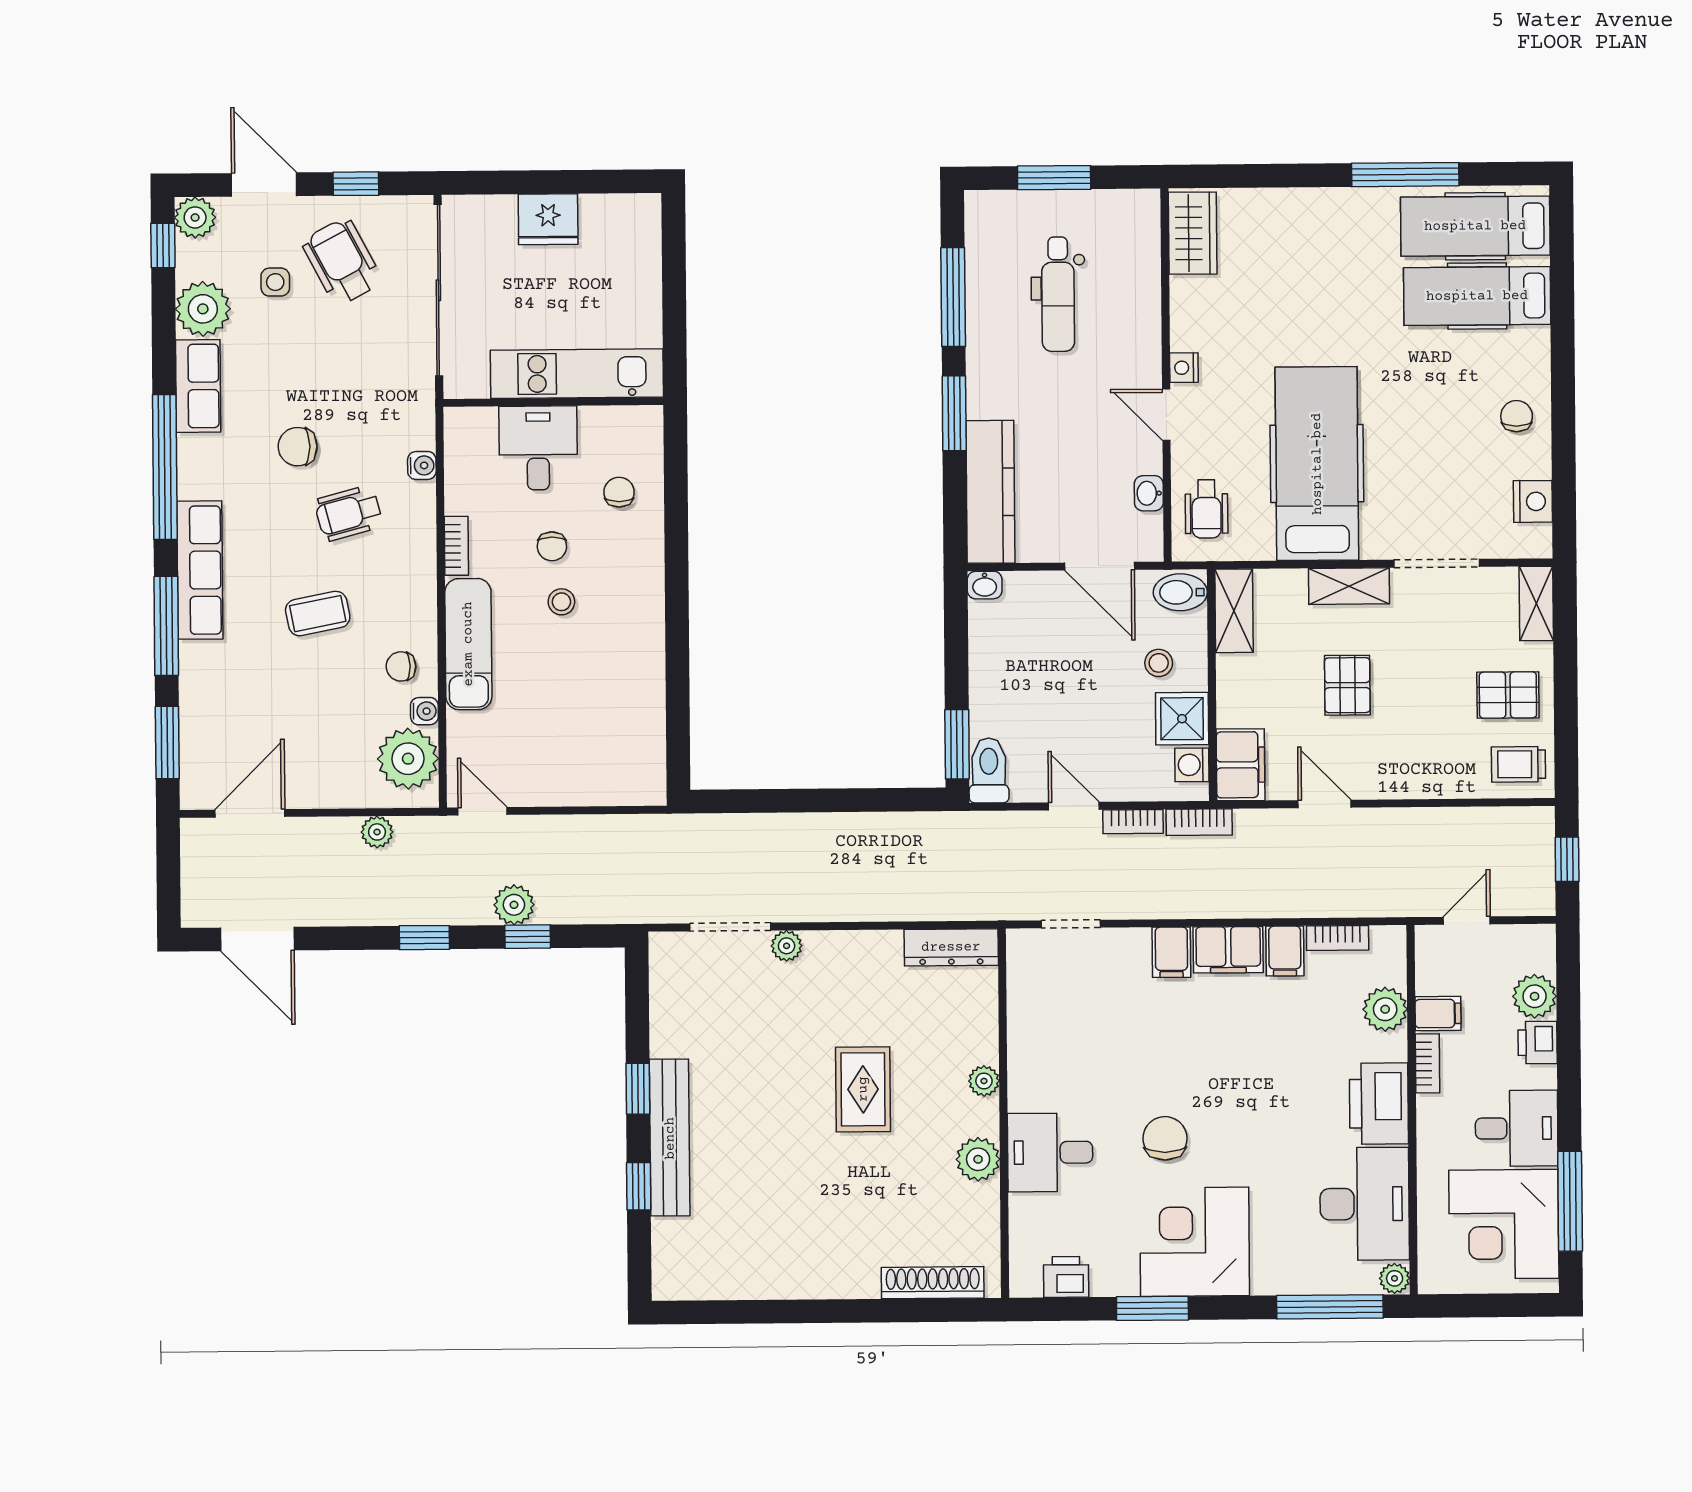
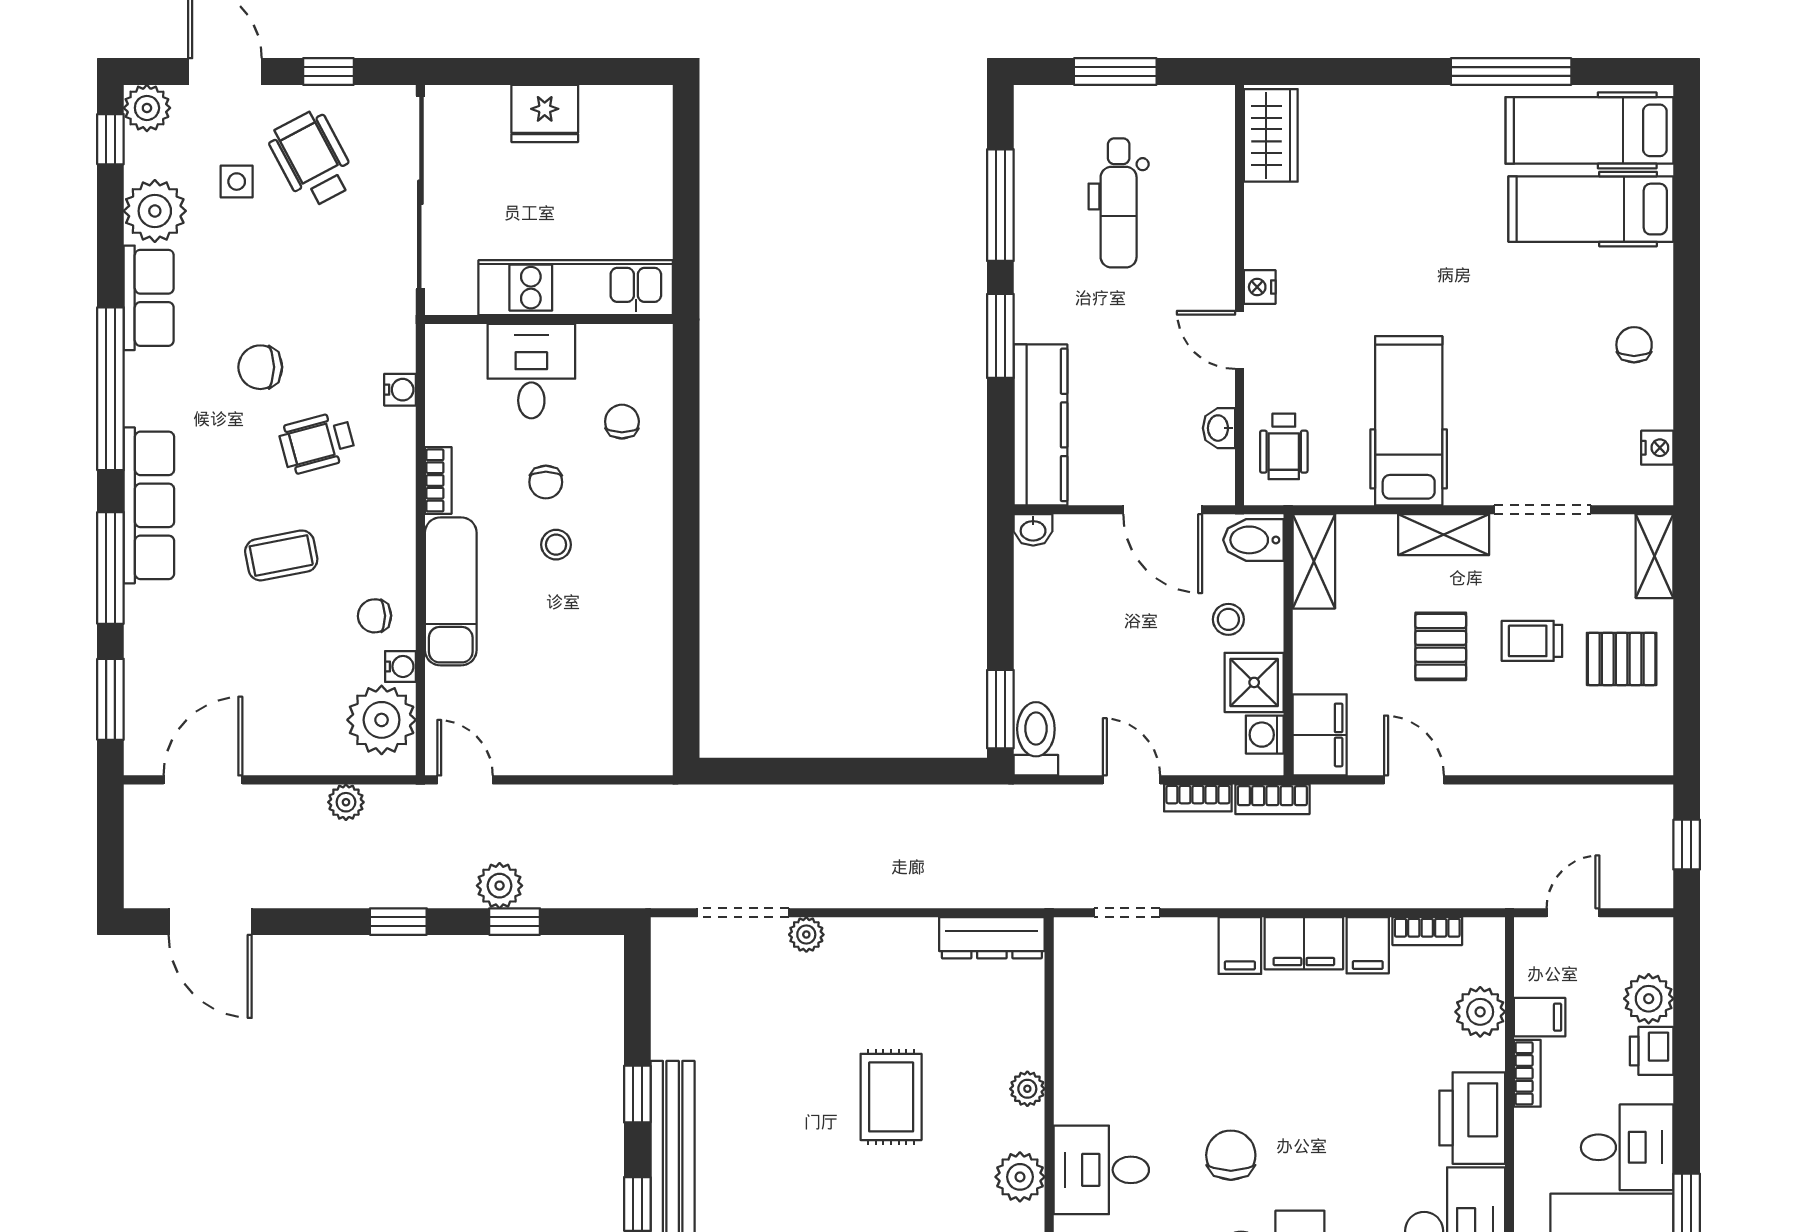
hospital bed: (1317, 464) -> (1409, 421), width x0.73, depth x0.78
nightstand: (1533, 501) -> (1657, 448), width x0.72, depth x0.74
trolley: (1518, 764) -> (1532, 641), moved

